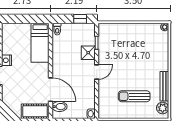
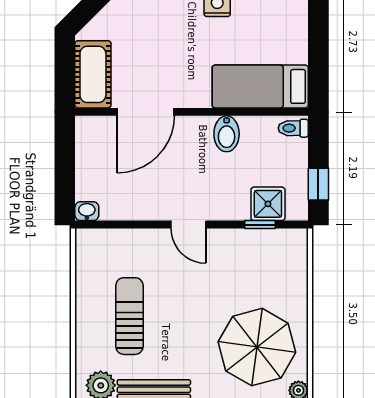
parasol: (147, 44) -> (257, 347), added
shower: (88, 53) -> (268, 204), moved
bidet: (59, 107) -> (227, 134), moved

